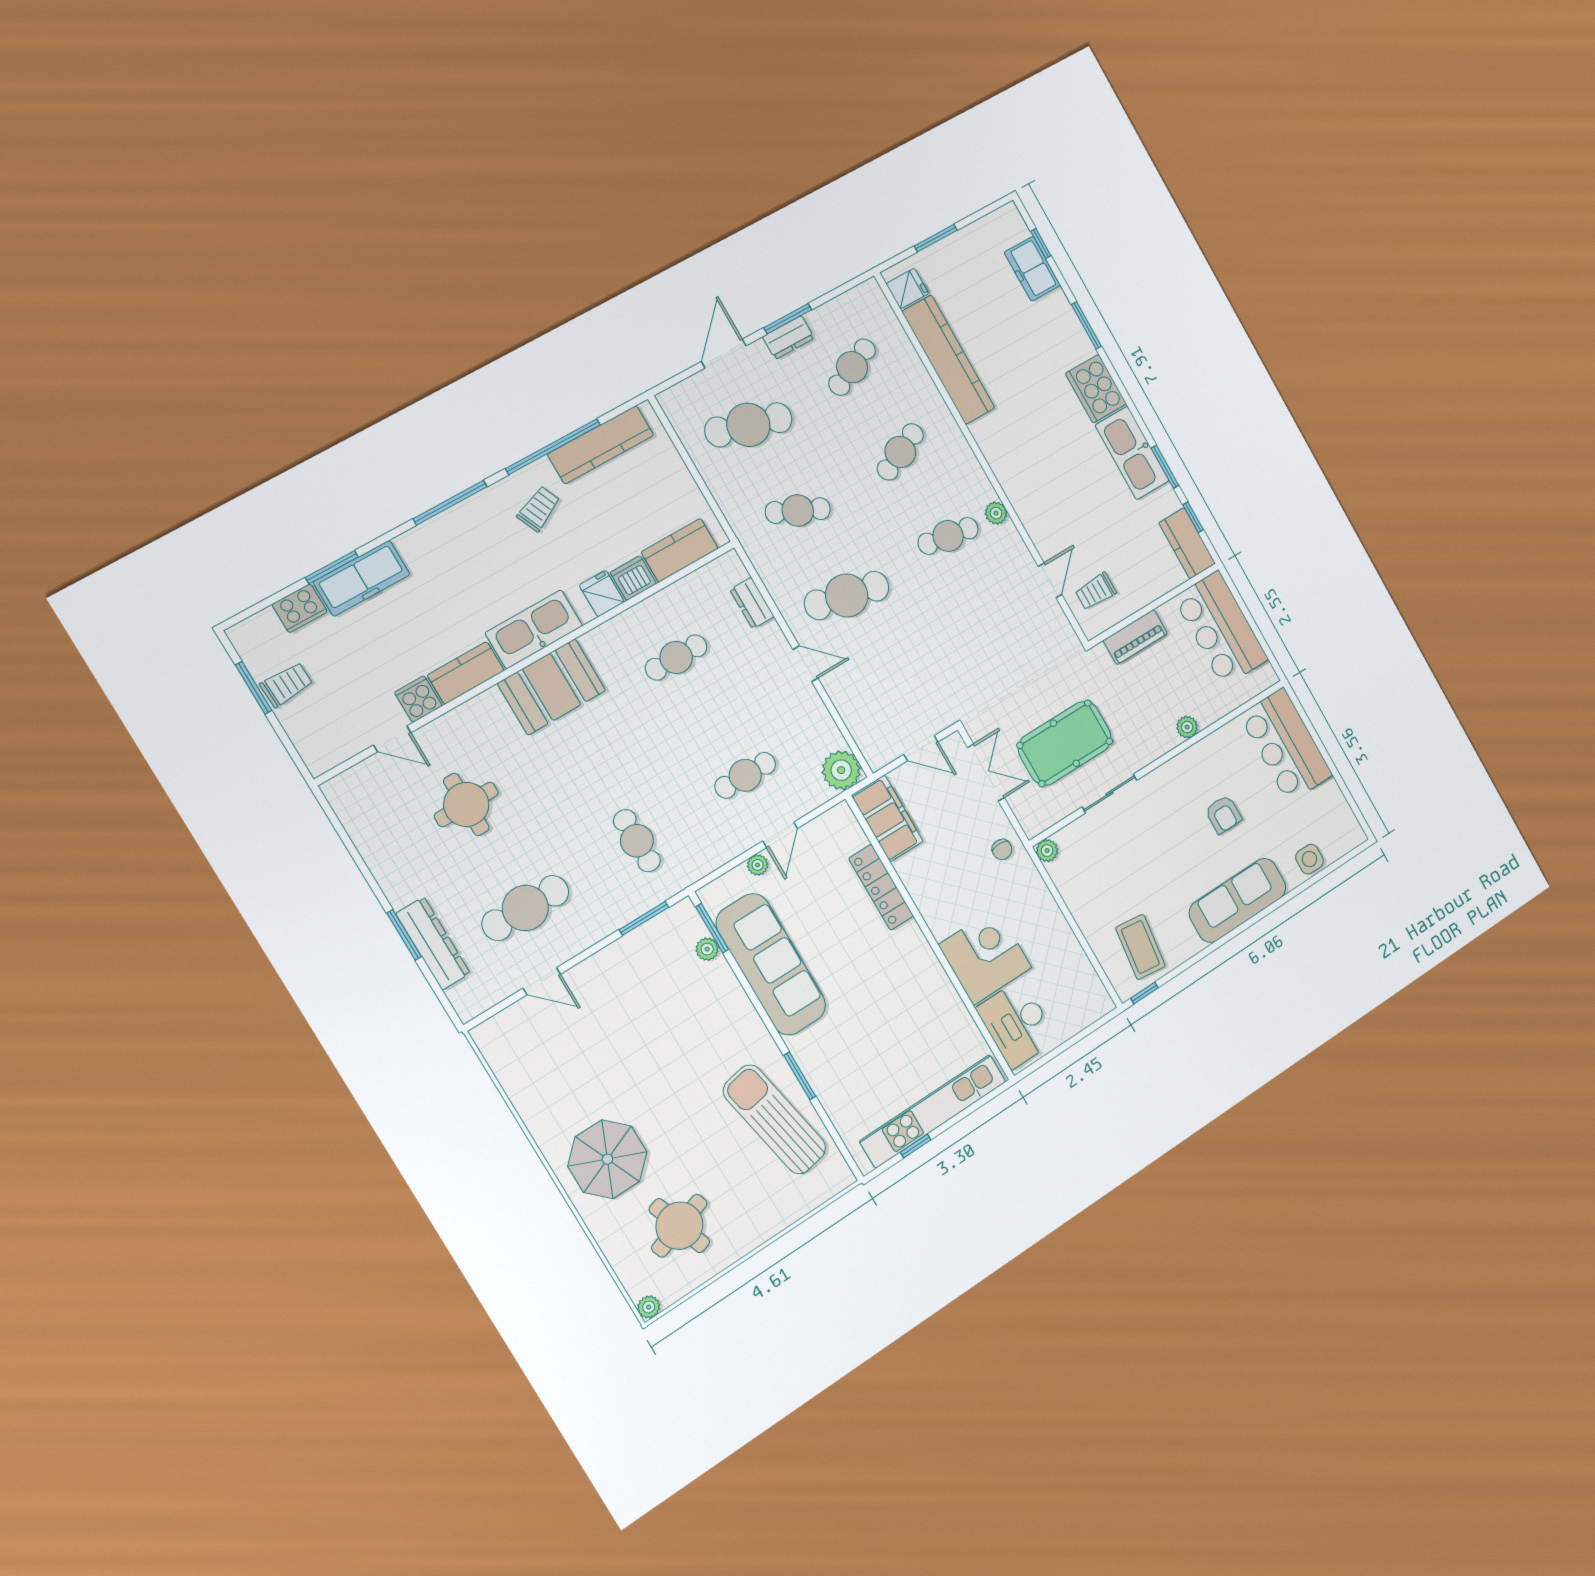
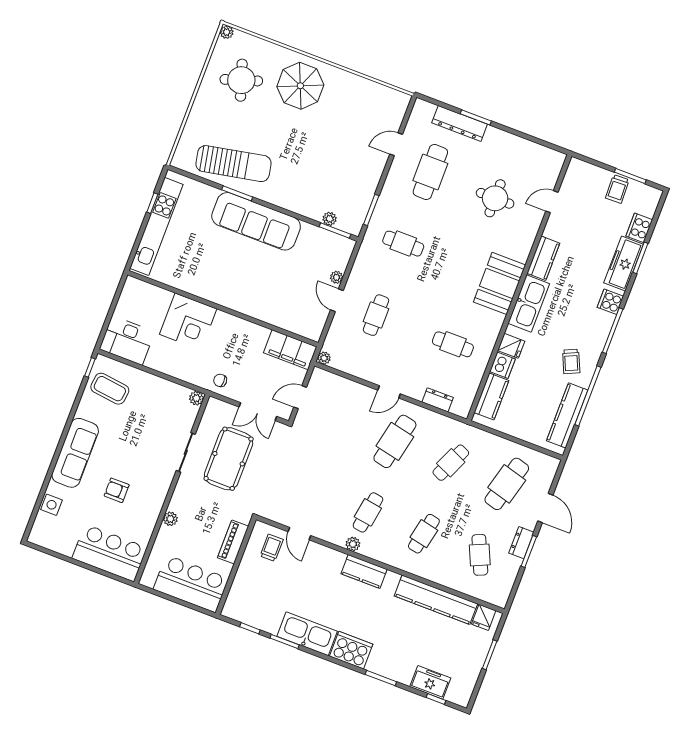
cafe table: (900, 452) -> (424, 534), turned 36
kitchen counter: (1187, 543) -> (364, 571), moved, turned 180
cafe table: (676, 658) -> (453, 344), turned 90
cooker: (418, 699) -> (610, 302), moved, turned 180
plant: (841, 770) -> (324, 358), width x0.53, depth x0.53
locker: (881, 887) -> (267, 314), removed
sofa: (771, 964) -> (256, 221), moved
desk: (1017, 1024) -> (127, 340), moved, turned 180

